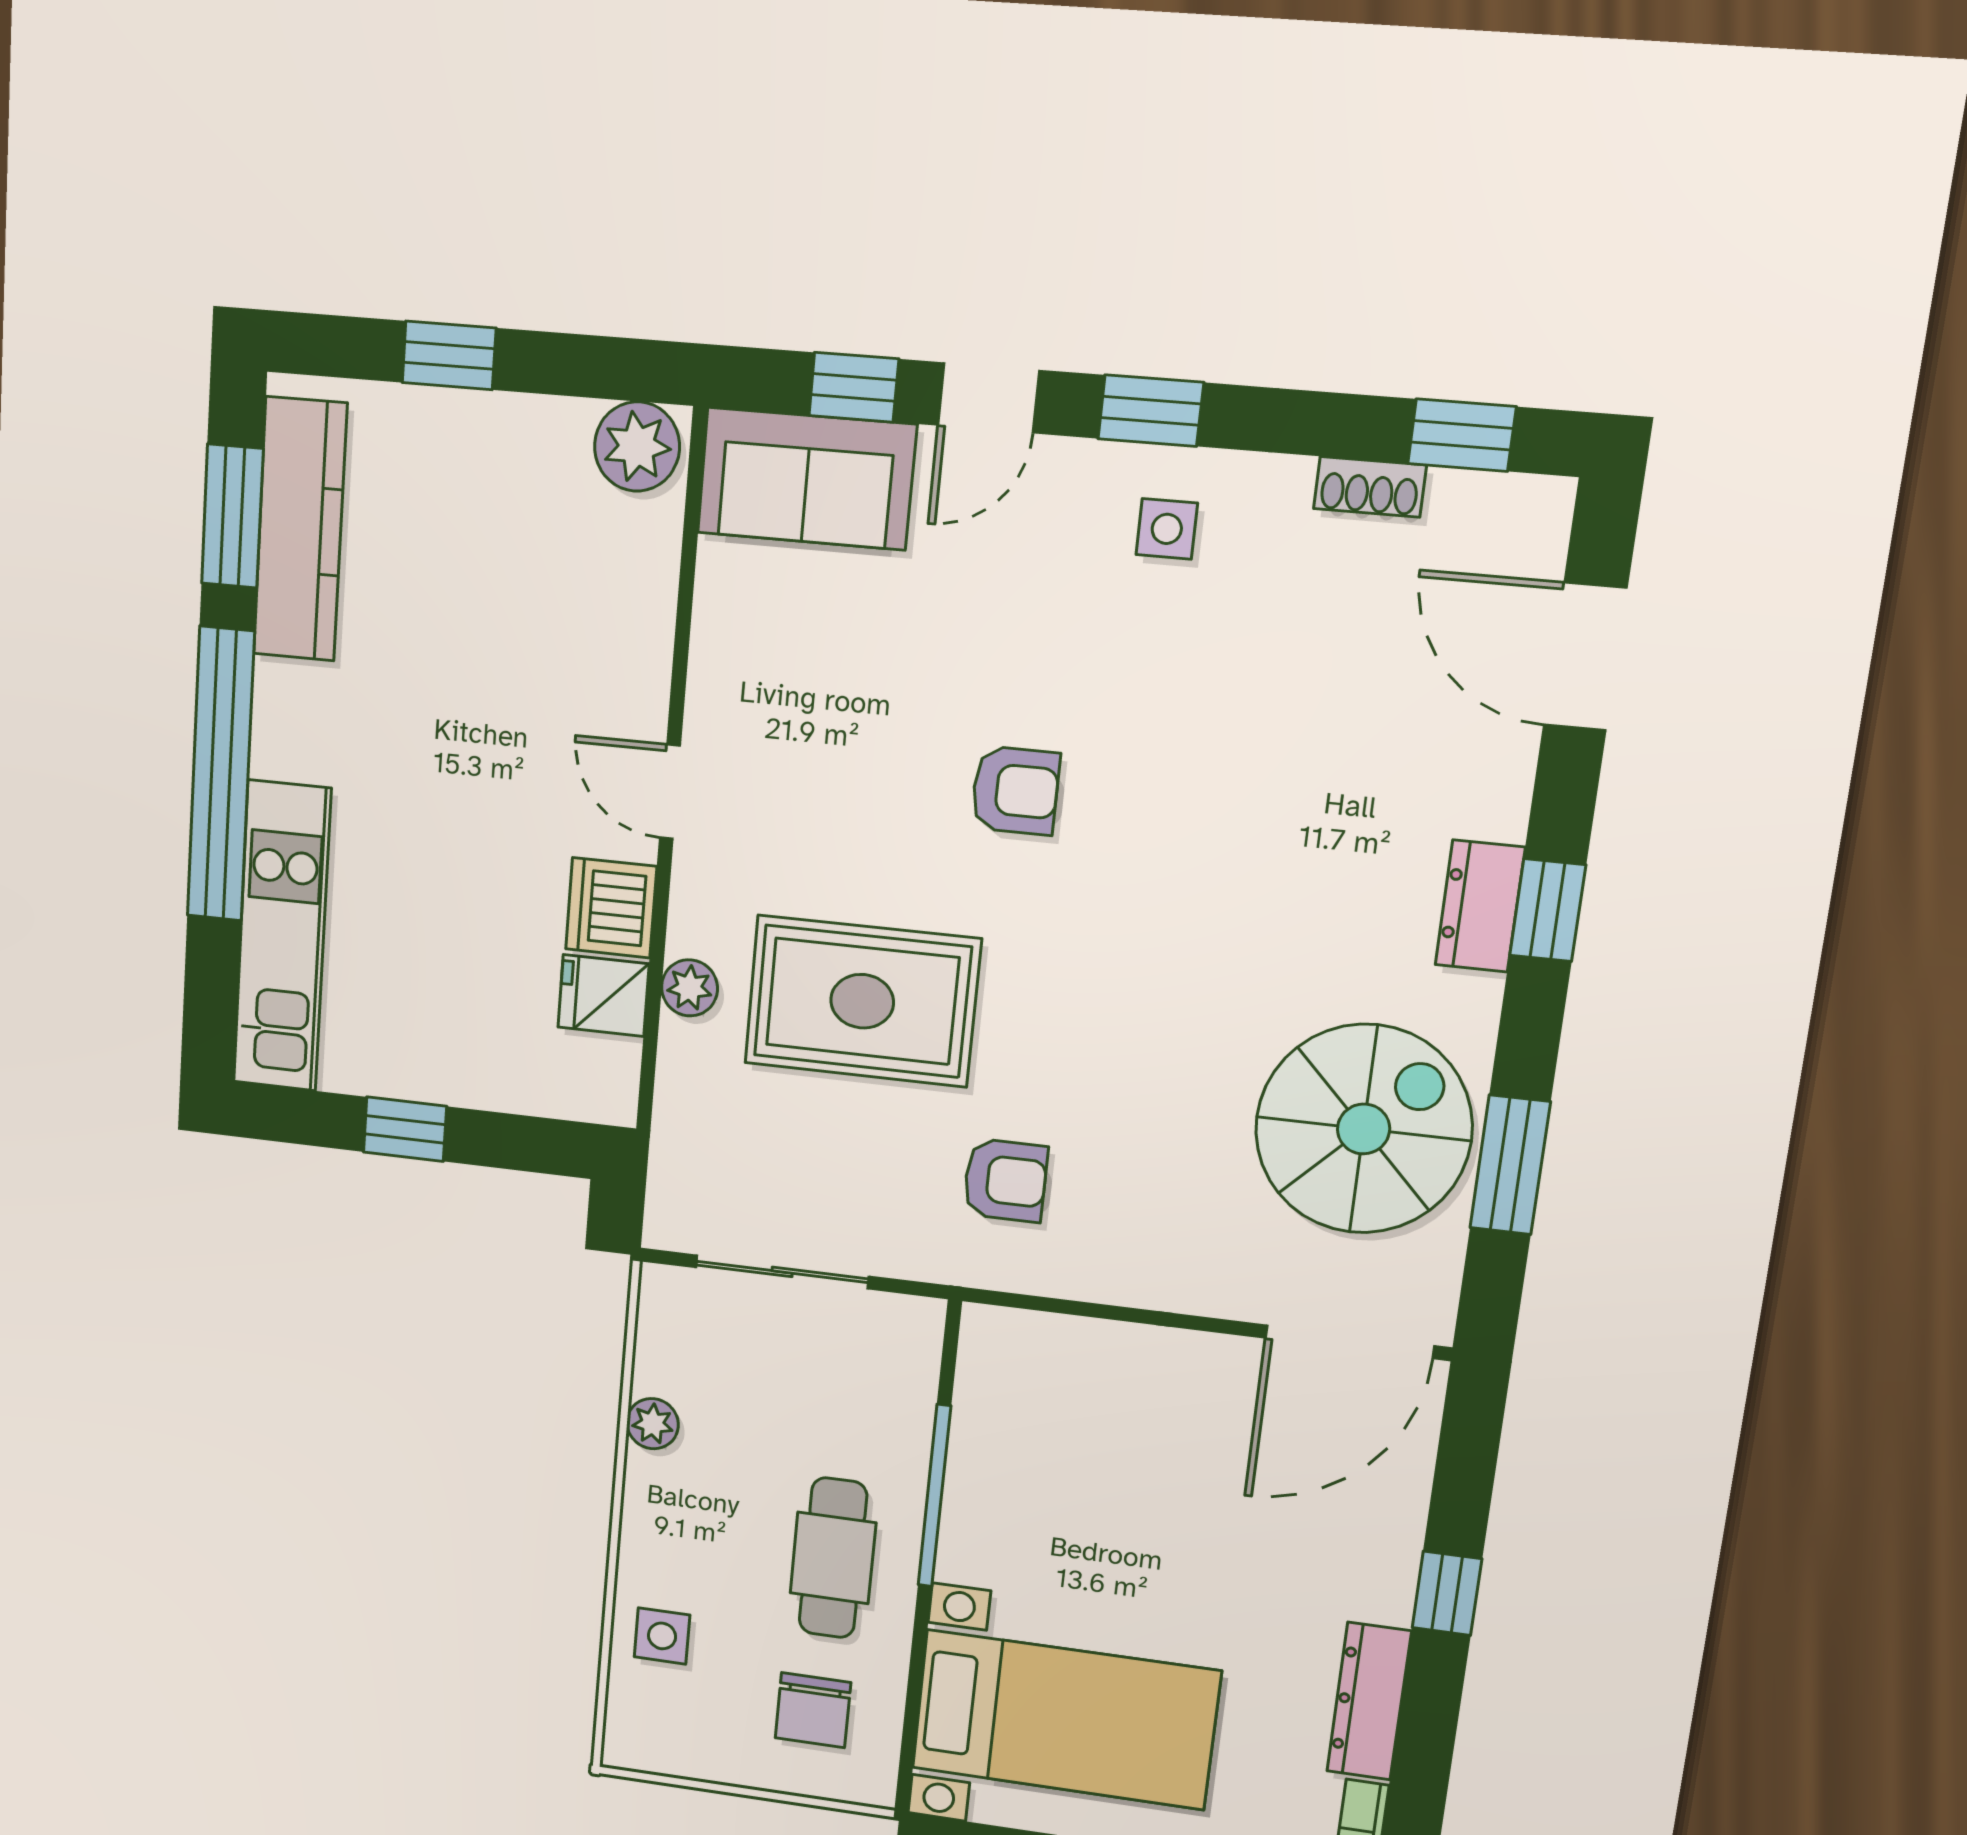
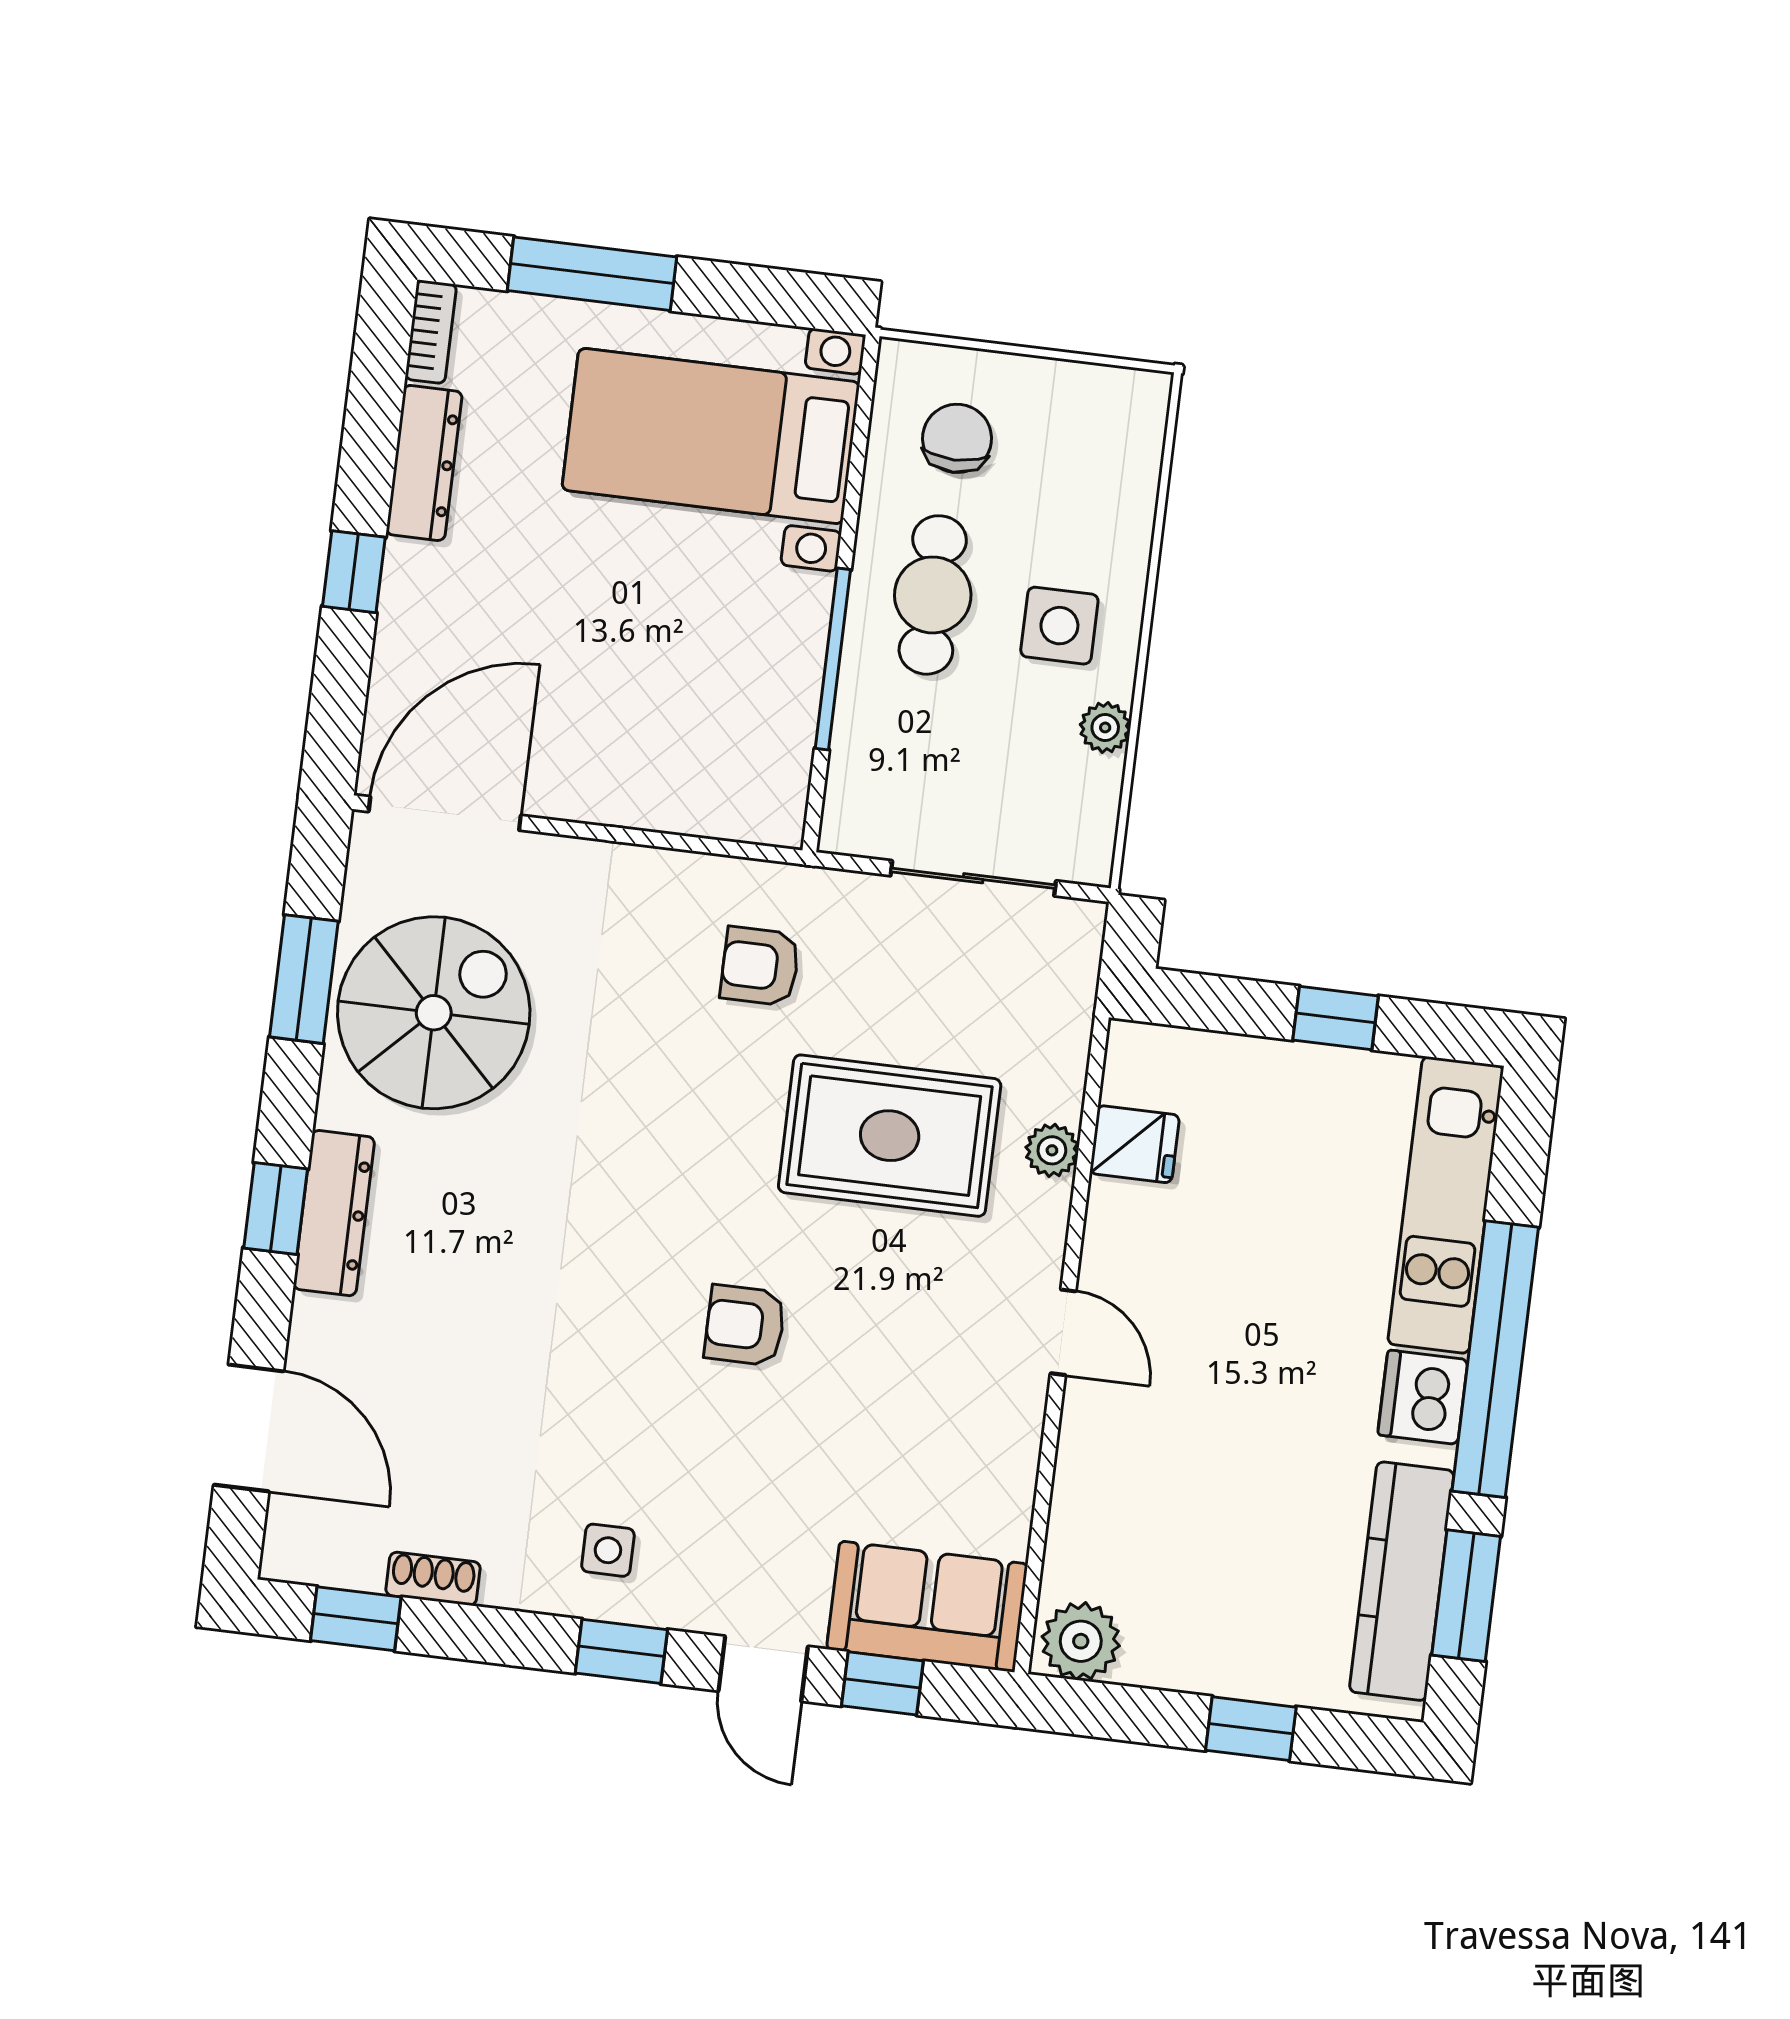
door: (988, 398) -> (763, 1669), swing flipped
dresser: (1480, 906) -> (334, 1213), width x1.44
dishwasher: (611, 908) -> (1423, 1397), moved, turned 180
spiral stairs: (1364, 1129) -> (434, 1013), turned 180
side table: (662, 1636) -> (1059, 626), moved, width x1.37, depth x1.37

